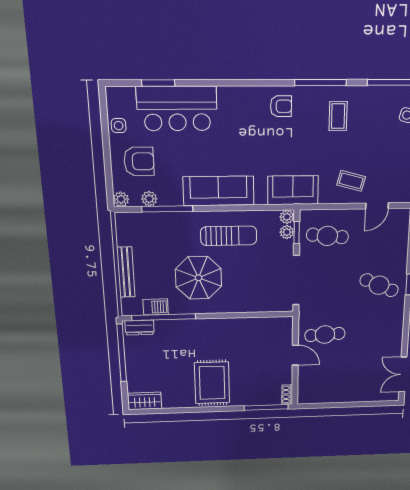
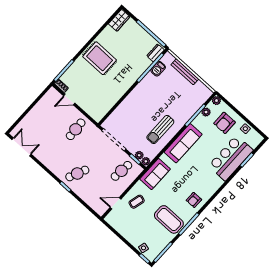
coffee table: (338, 116) -> (169, 219), width x1.86, depth x1.72
door: (377, 206) -> (115, 203), hinge flipped
parasol: (199, 278) -> (154, 100), removed
door: (295, 355) -> (69, 99), moved

